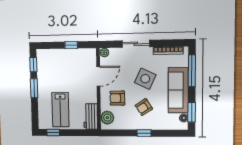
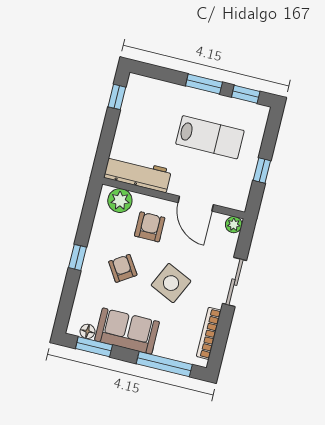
sofa: (178, 90) -> (127, 331), width x0.73
lab bench: (60, 110) -> (210, 137), moved, turned 180
workbench: (91, 117) -> (138, 174), width x1.38

